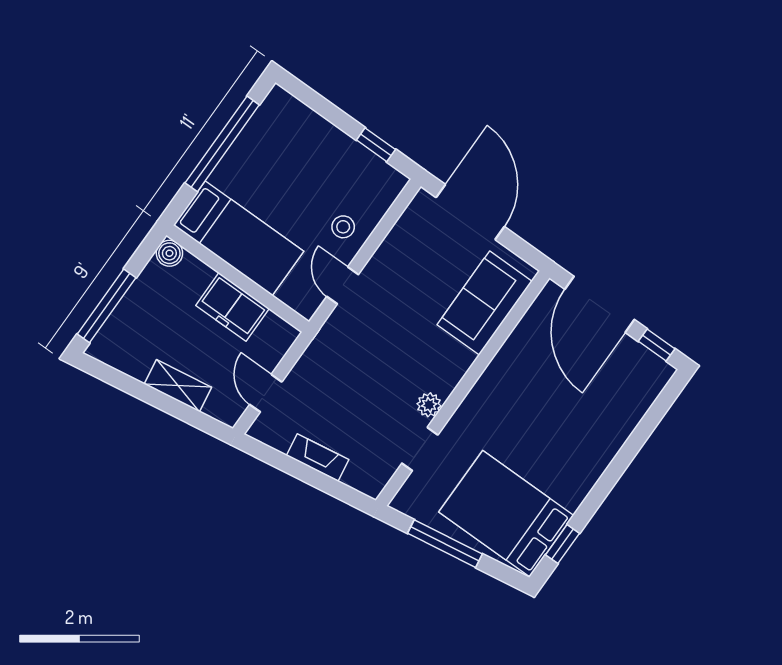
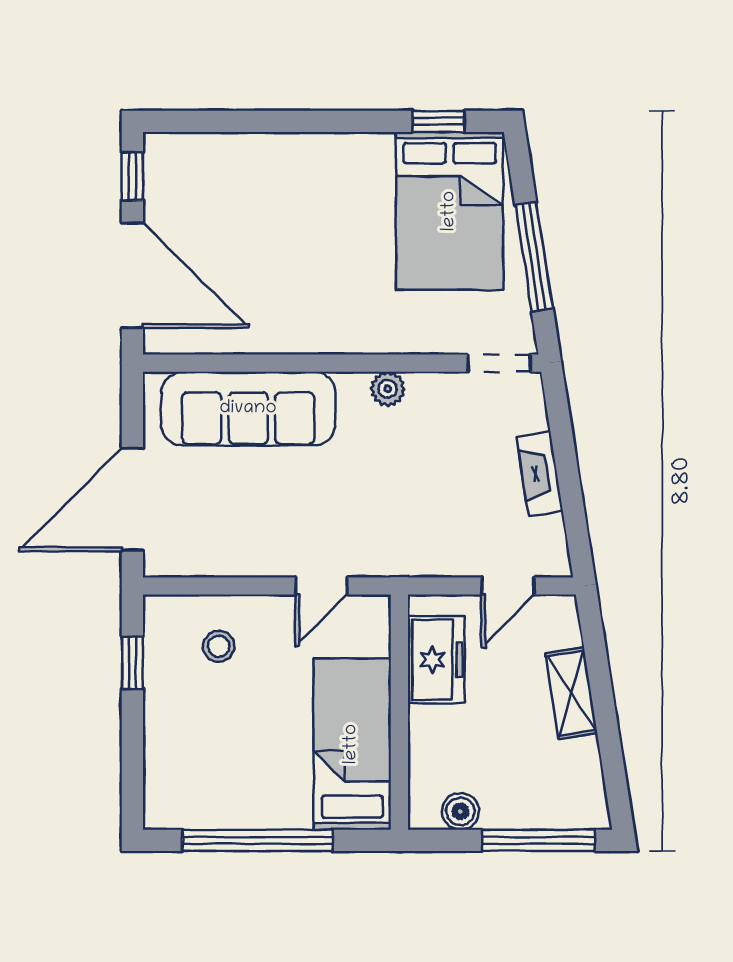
stool: (343, 227) -> (219, 646), moved
boiler: (169, 253) -> (460, 811), moved
sofa: (485, 303) -> (248, 409), width x1.36
door: (600, 304) -> (132, 275), hinge flipped
freezer: (232, 307) -> (436, 660), moved
doorway: (420, 449) -> (499, 363), moved

